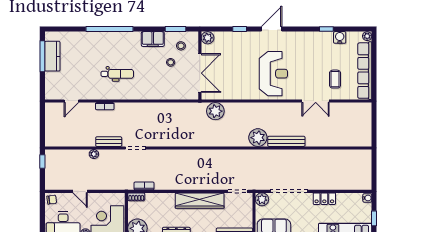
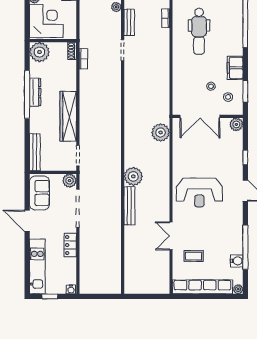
window: (326, 29) -> (245, 247), width x3.17
dental chair: (117, 74) -> (199, 31), width x1.36, depth x1.38

